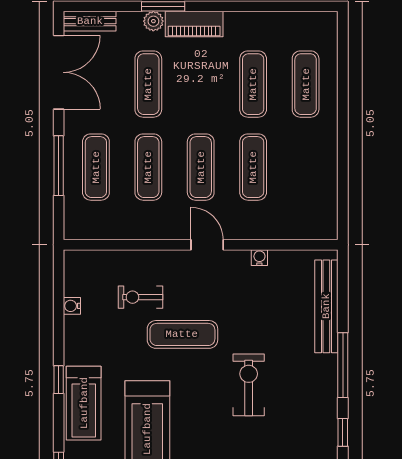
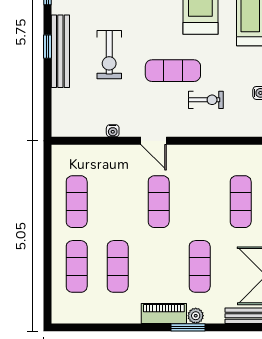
exercise mat: (148, 167) -> (200, 202), removed
exercise mat: (253, 167) -> (77, 202), moved
bench: (326, 306) -> (60, 51), moved
window: (343, 365) -> (47, 47), width x0.46
exercise bike: (249, 385) -> (109, 55), moved

